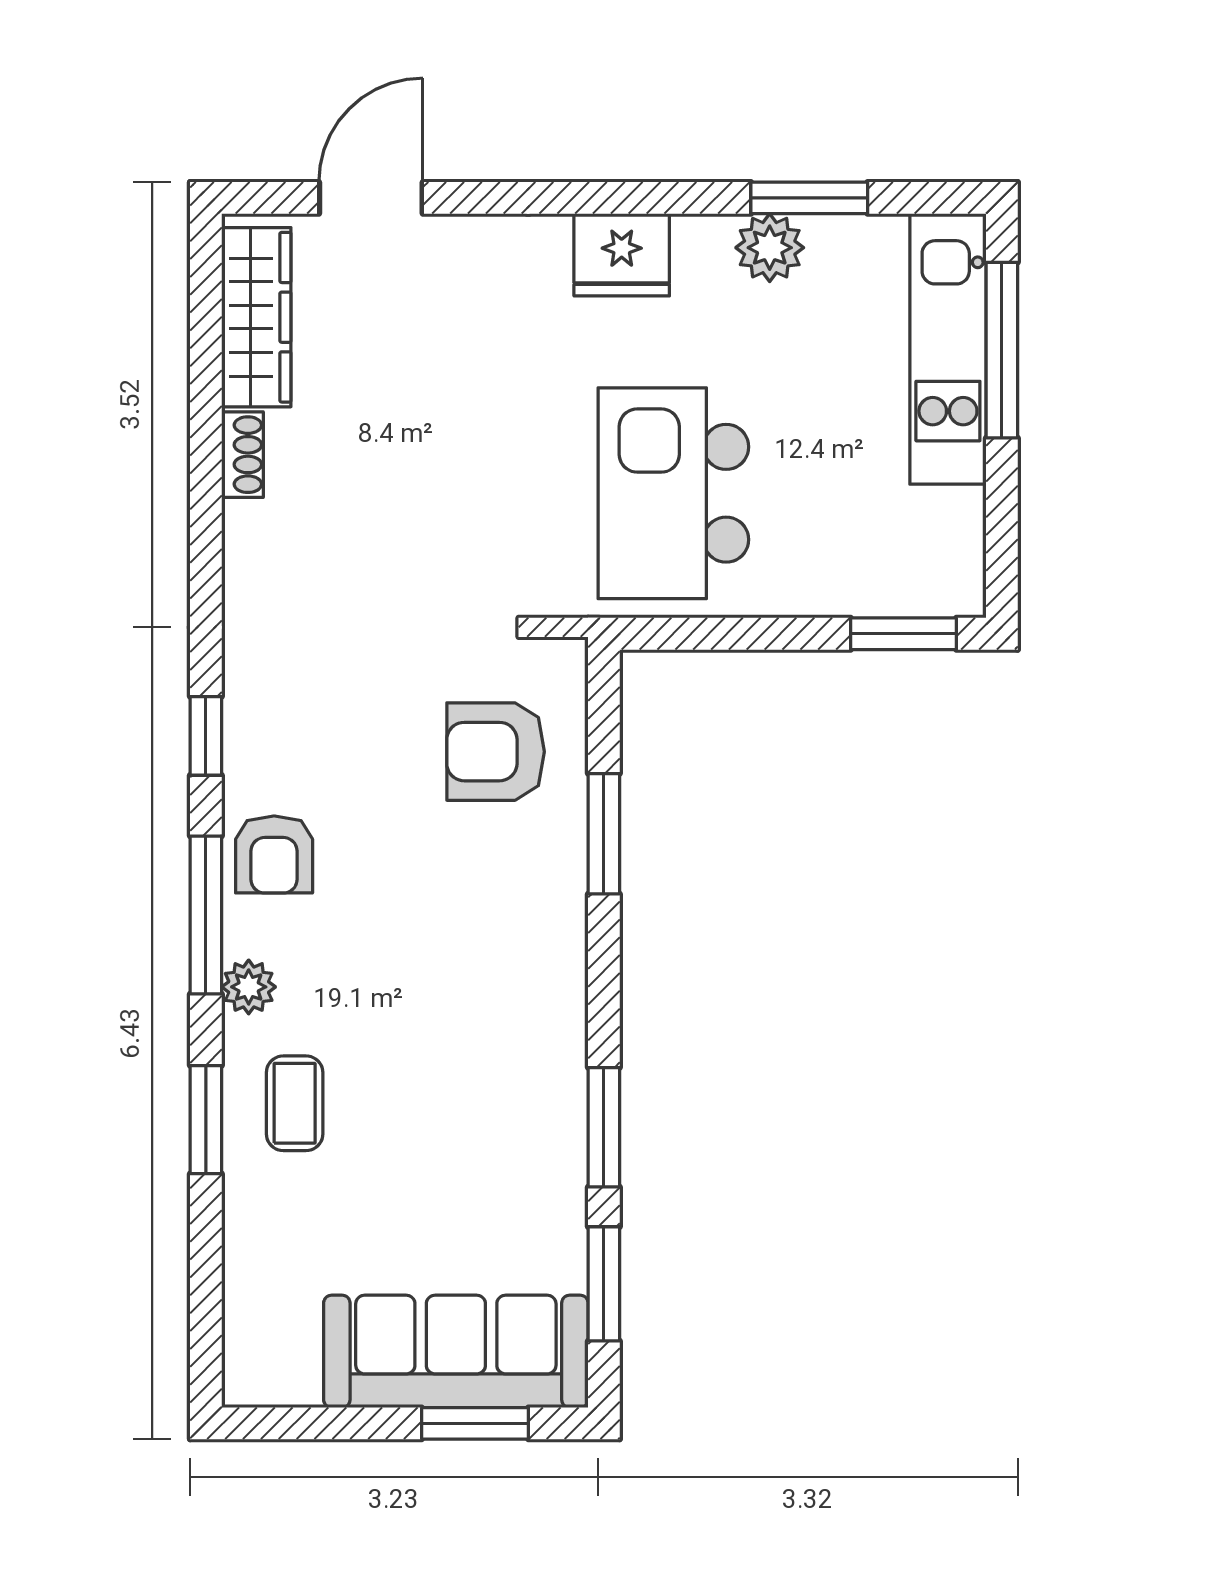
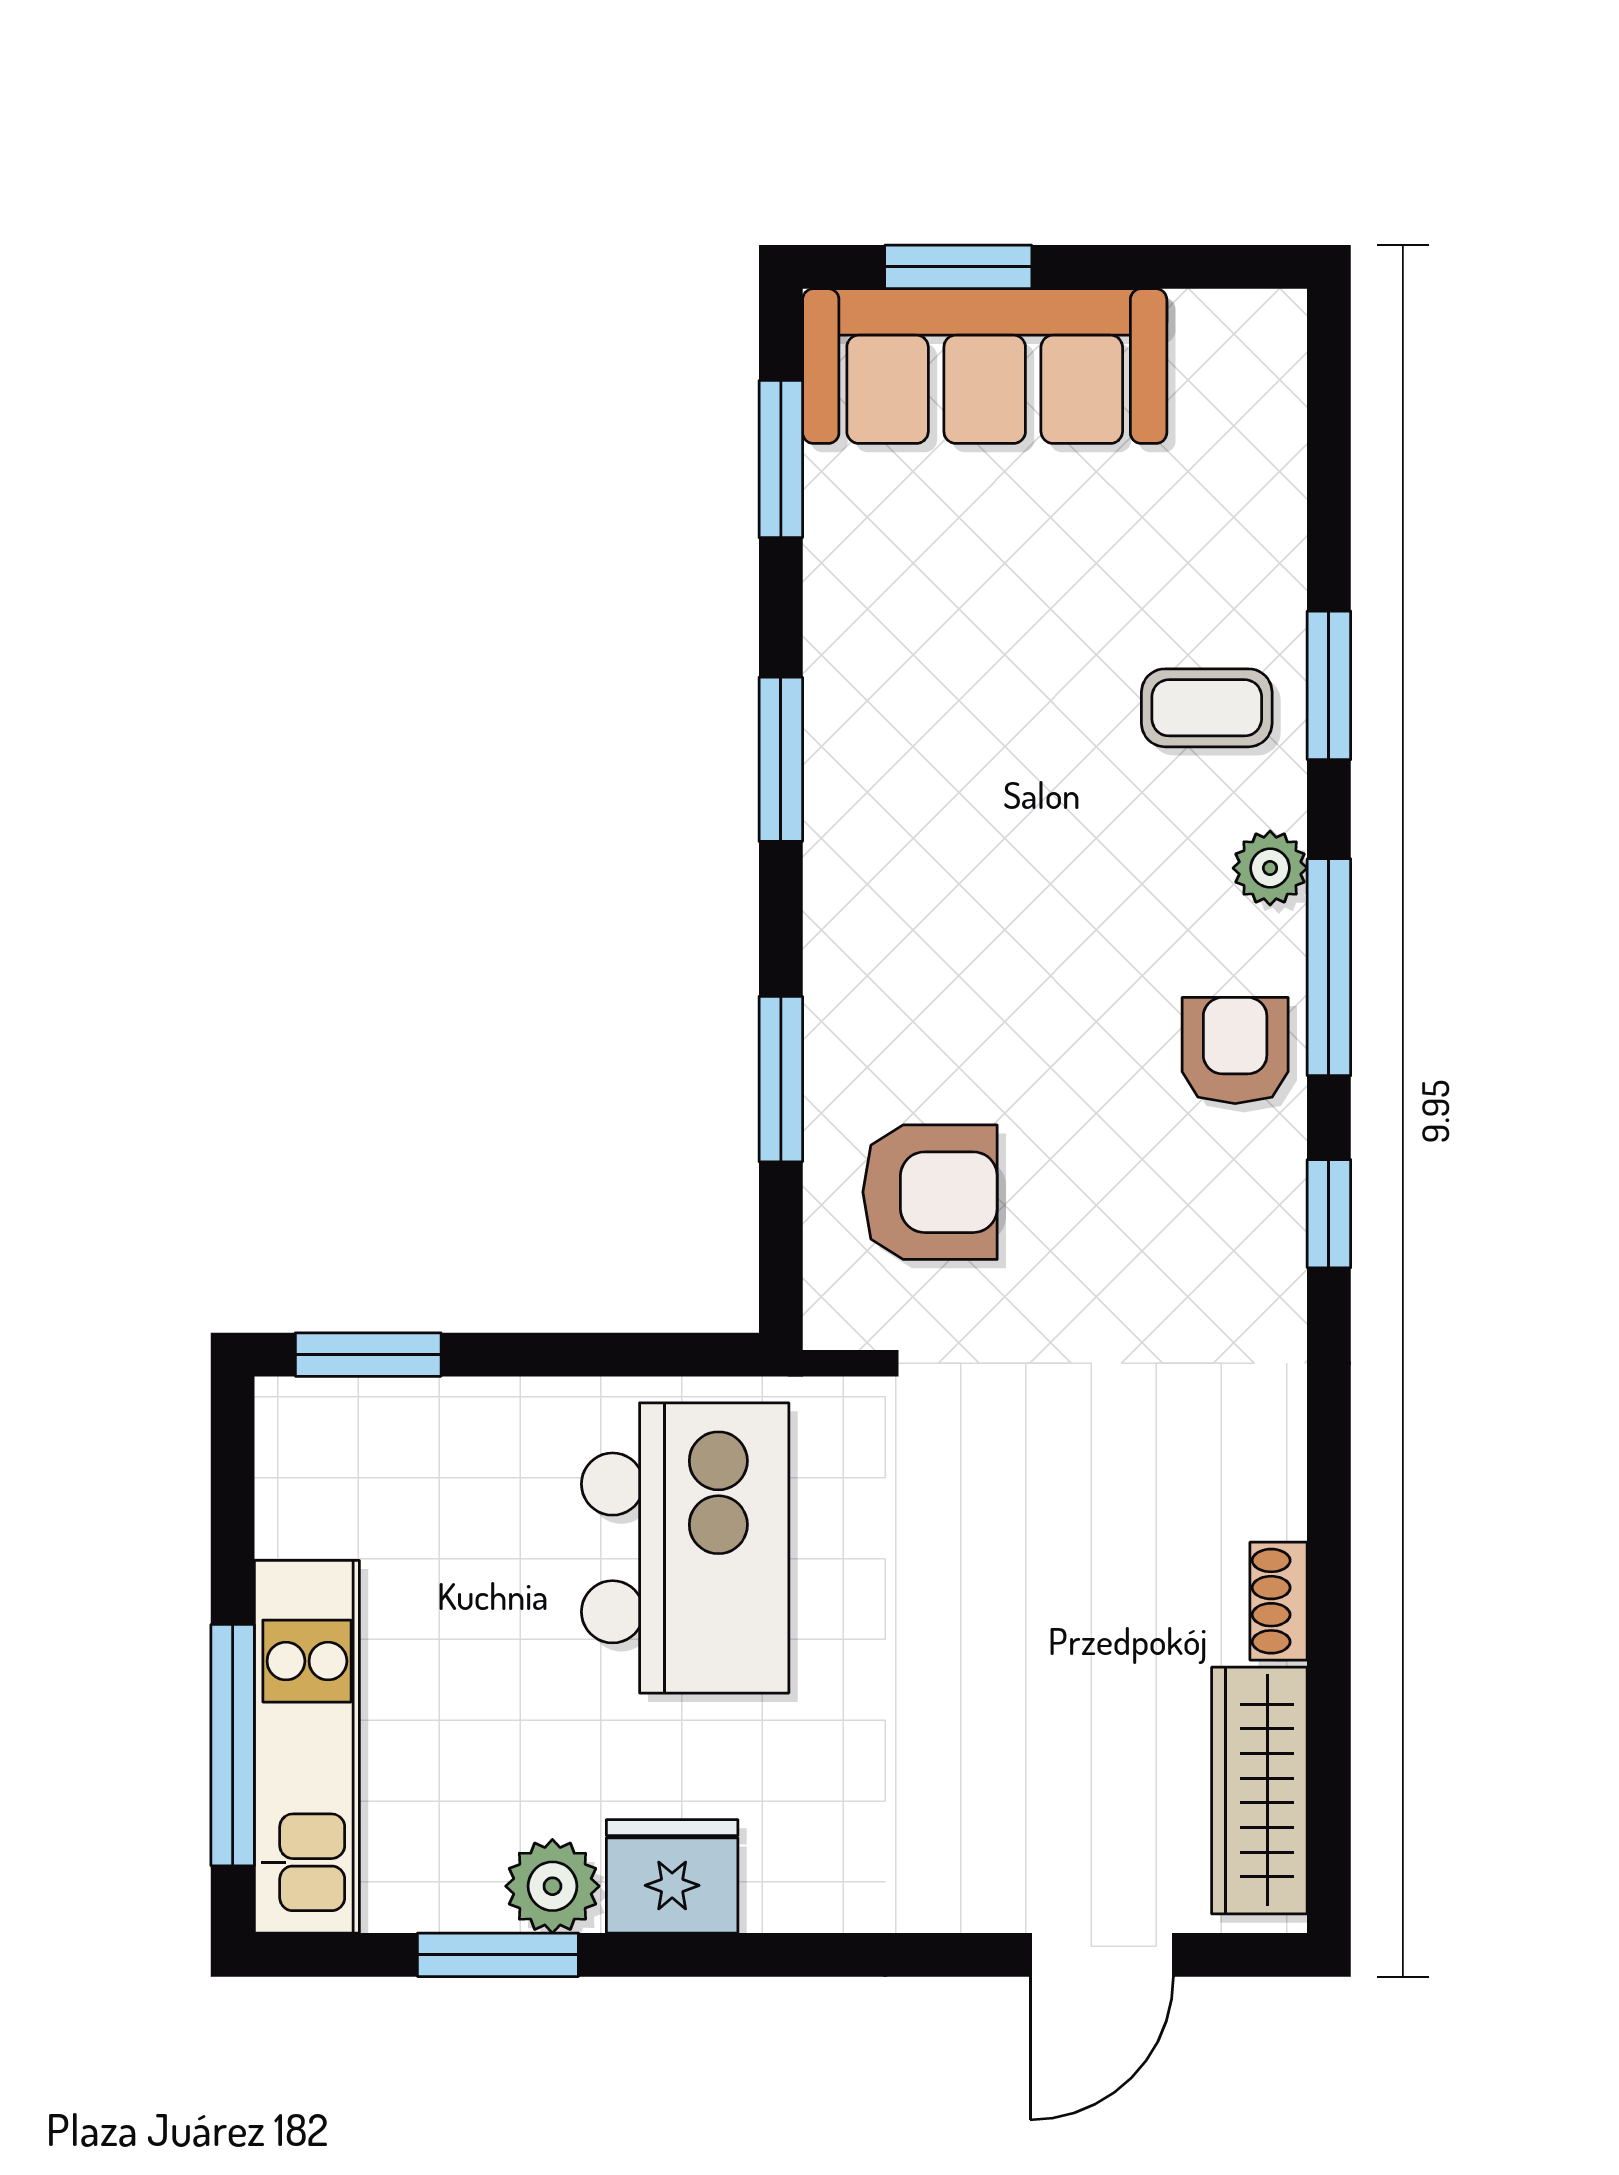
fridge: (622, 255) -> (672, 1876), moved
coffee table: (295, 1103) -> (1207, 708), turned 90
window: (604, 1127) -> (781, 759), moved

